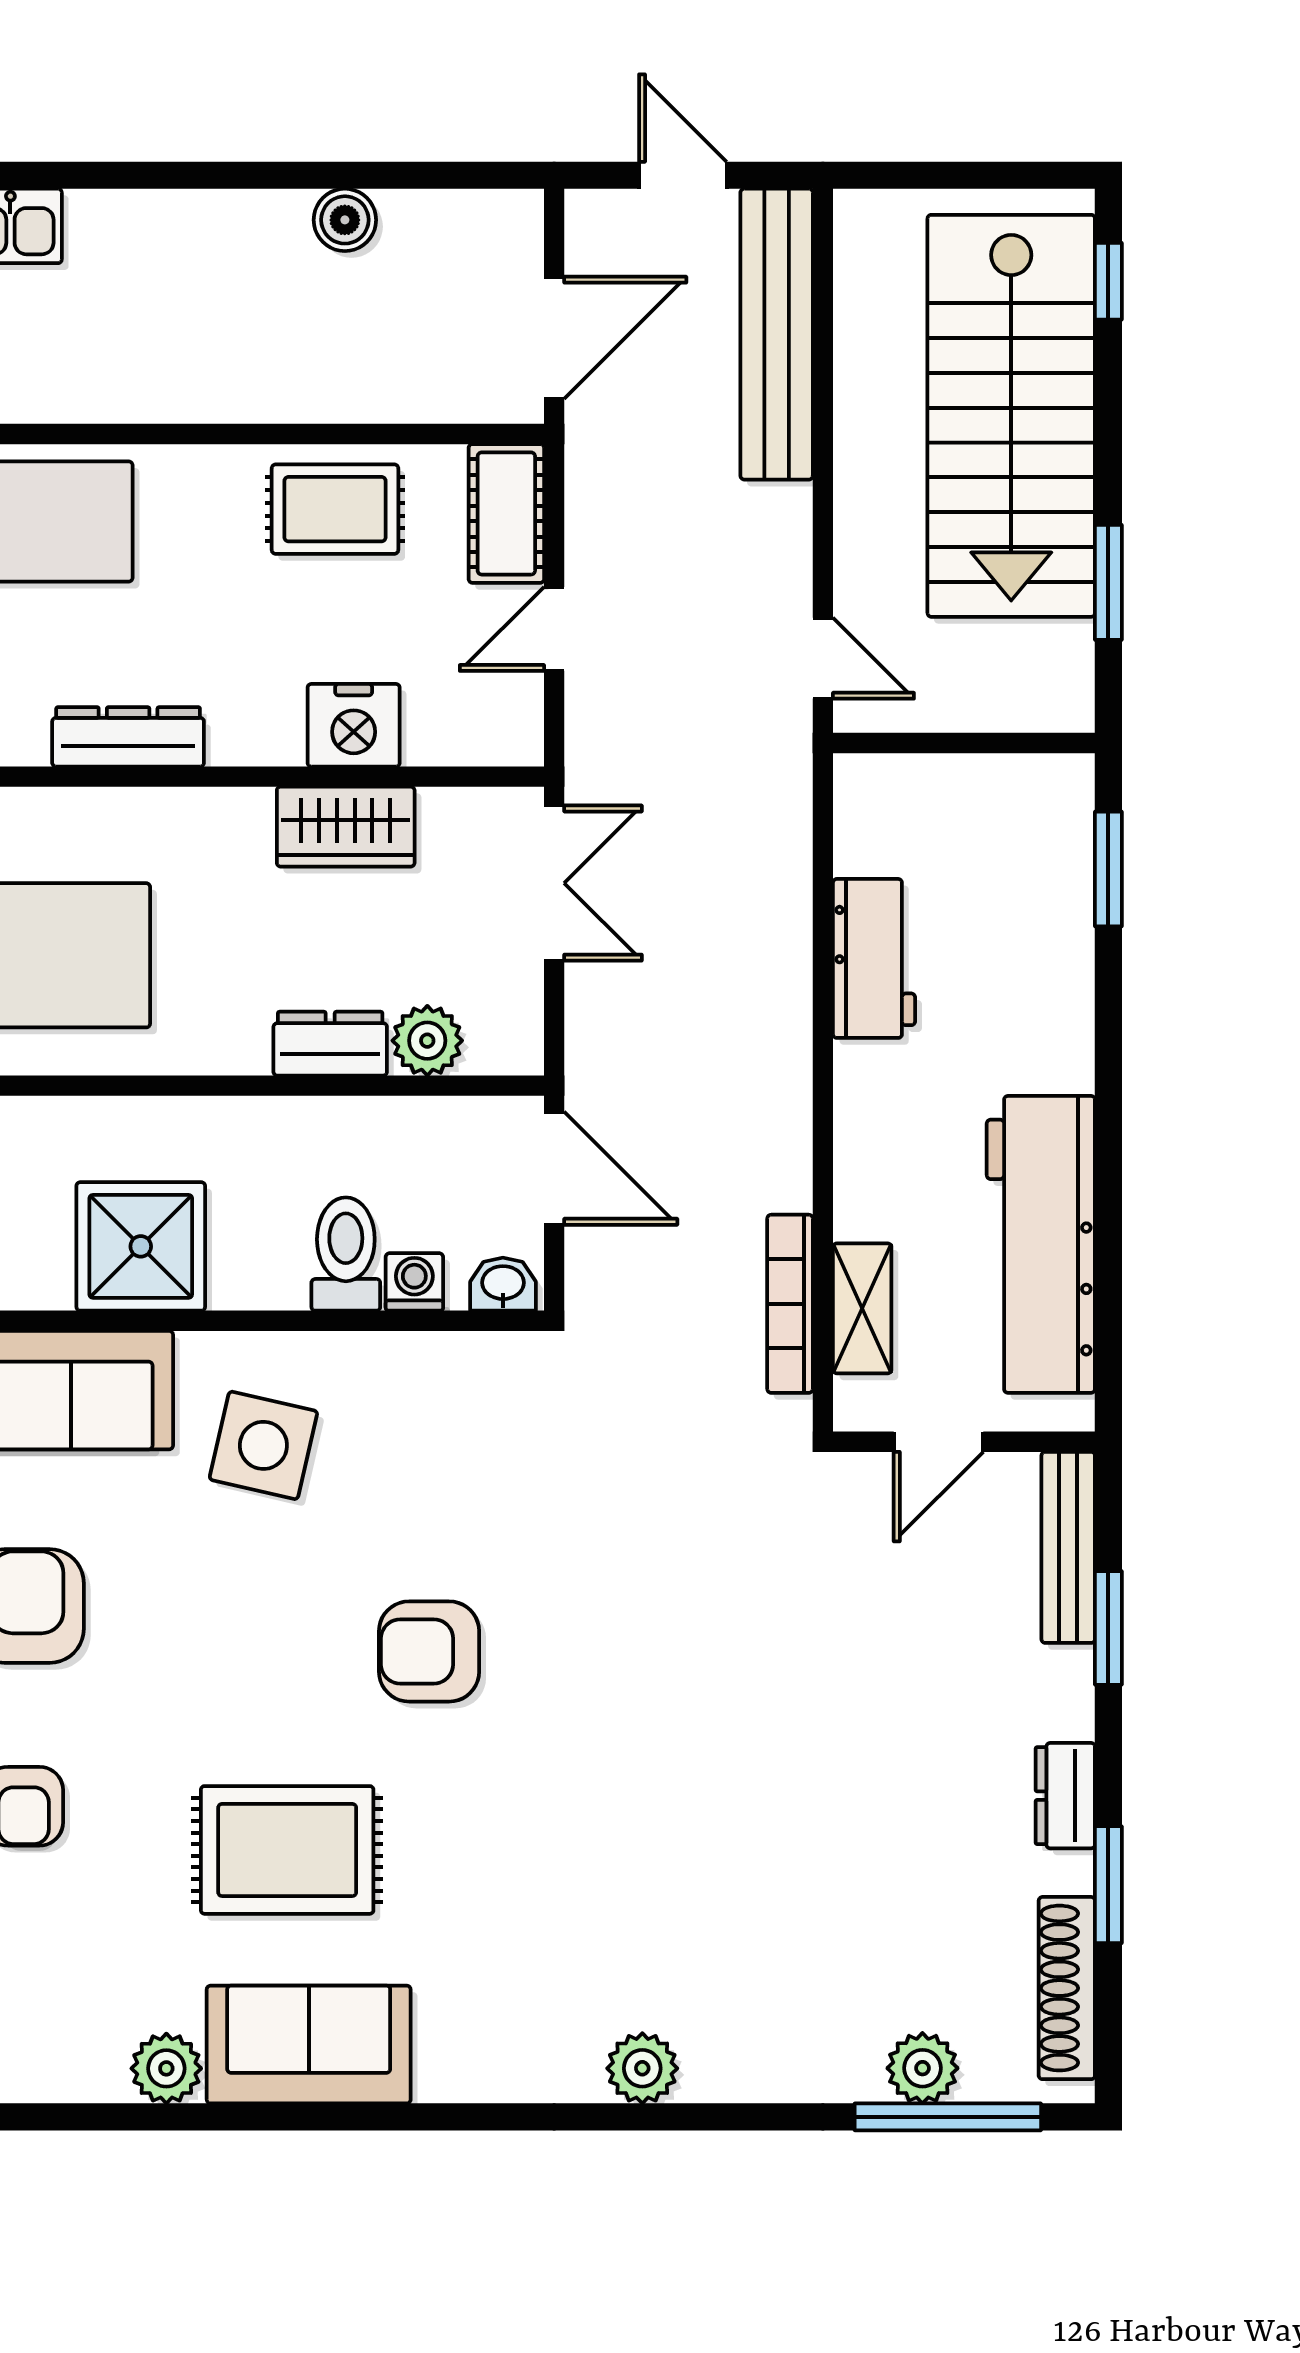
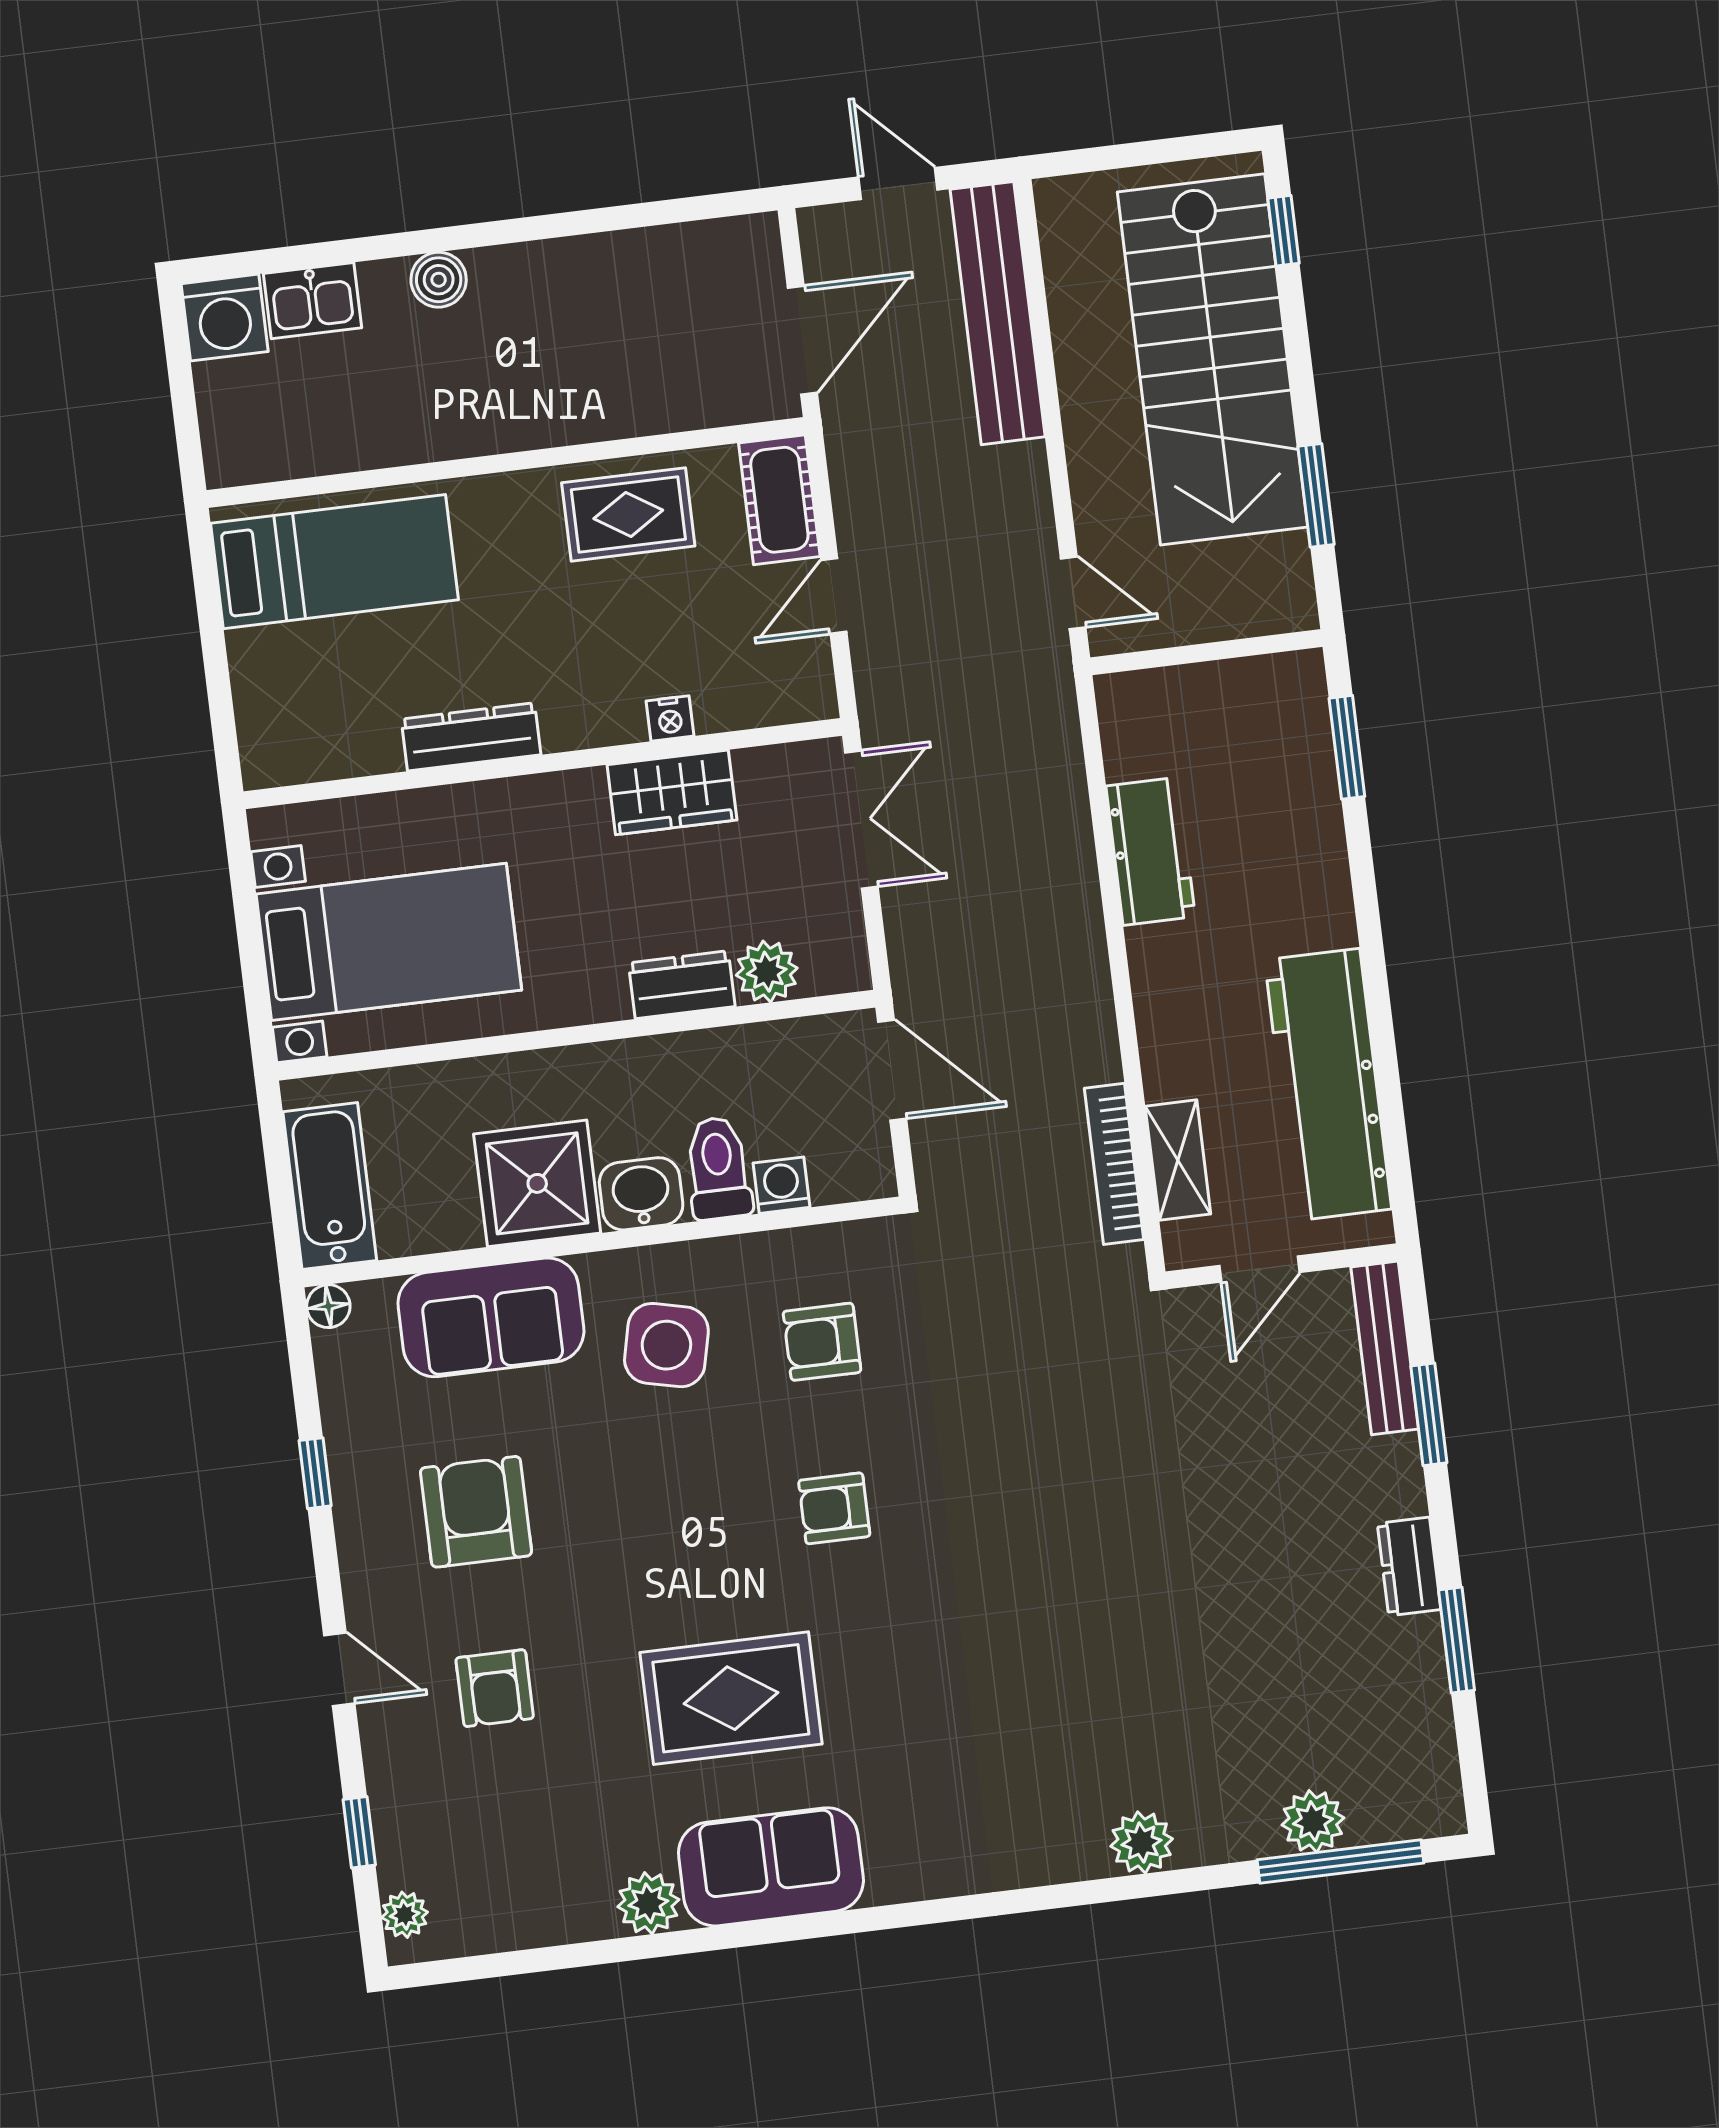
boiler: (345, 220) -> (439, 280), moved
nightstand: (354, 725) -> (670, 718), width x0.53, depth x0.56
washbasin: (503, 1284) -> (641, 1194), moved, width x1.38, depth x1.45
armchair: (438, 1463) -> (822, 1342), added
armchair: (429, 1651) -> (834, 1508), width x0.72, depth x0.72
shoe rack: (1067, 1988) -> (1431, 1735), removed
plant: (642, 2068) -> (1142, 1842), moved

